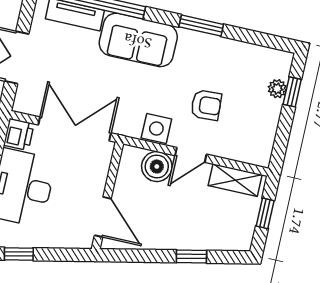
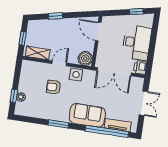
boiler: (157, 166) -> (85, 58), moved

